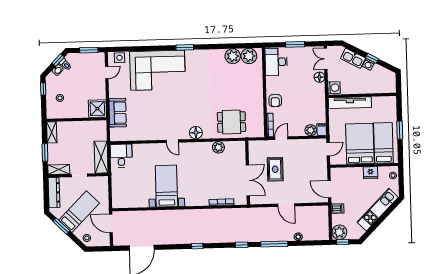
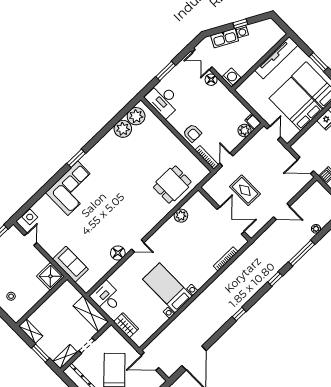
corner sofa: (158, 70) -> (73, 188), width x0.73, depth x0.74
tv unit: (350, 103) -> (276, 58), moved
floor lamp: (196, 133) -> (118, 253), moved
wardrobe: (117, 186) -> (126, 325), added

